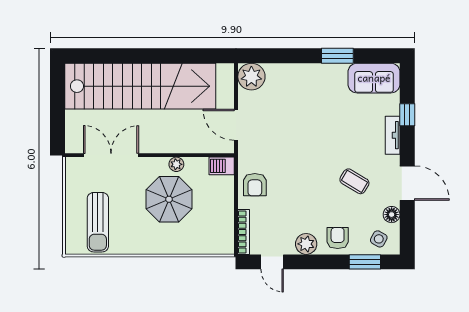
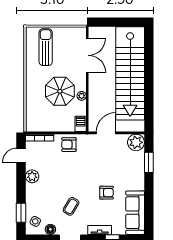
window: (337, 56) -> (149, 162), moved
sofa: (374, 78) -> (135, 213), width x1.36
sun lounger: (98, 222) -> (46, 47), turned 90
armchair: (338, 238) -> (107, 193), moved

